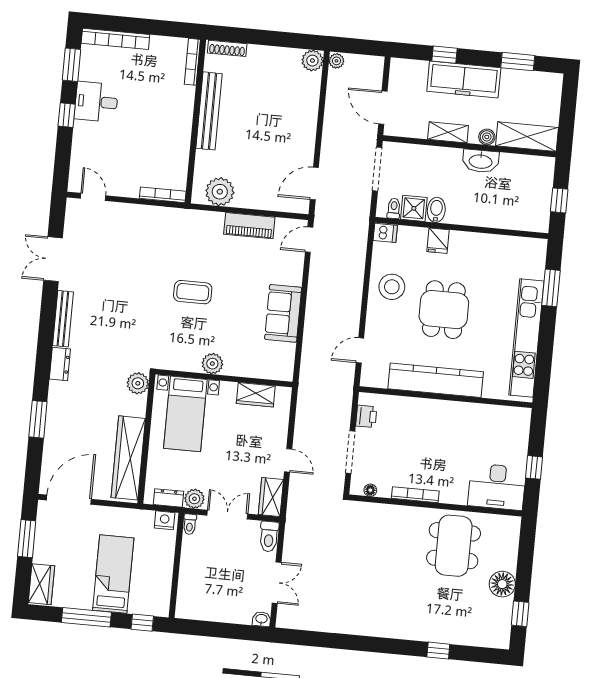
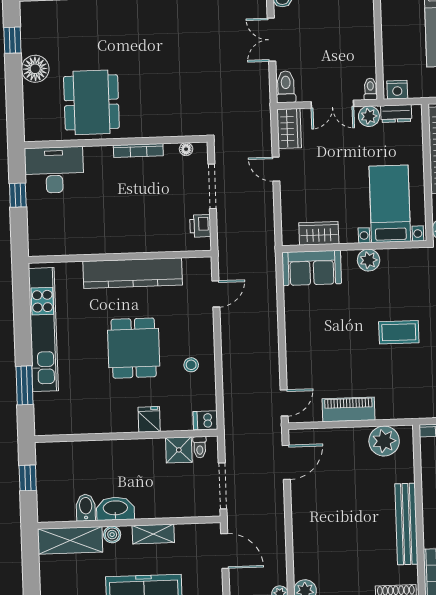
bidet: (436, 210) -> (86, 508), moved, turned 180
stool: (392, 287) -> (191, 365), width x0.53, depth x0.53
sofa: (283, 313) -> (312, 268), moved, turned 90

